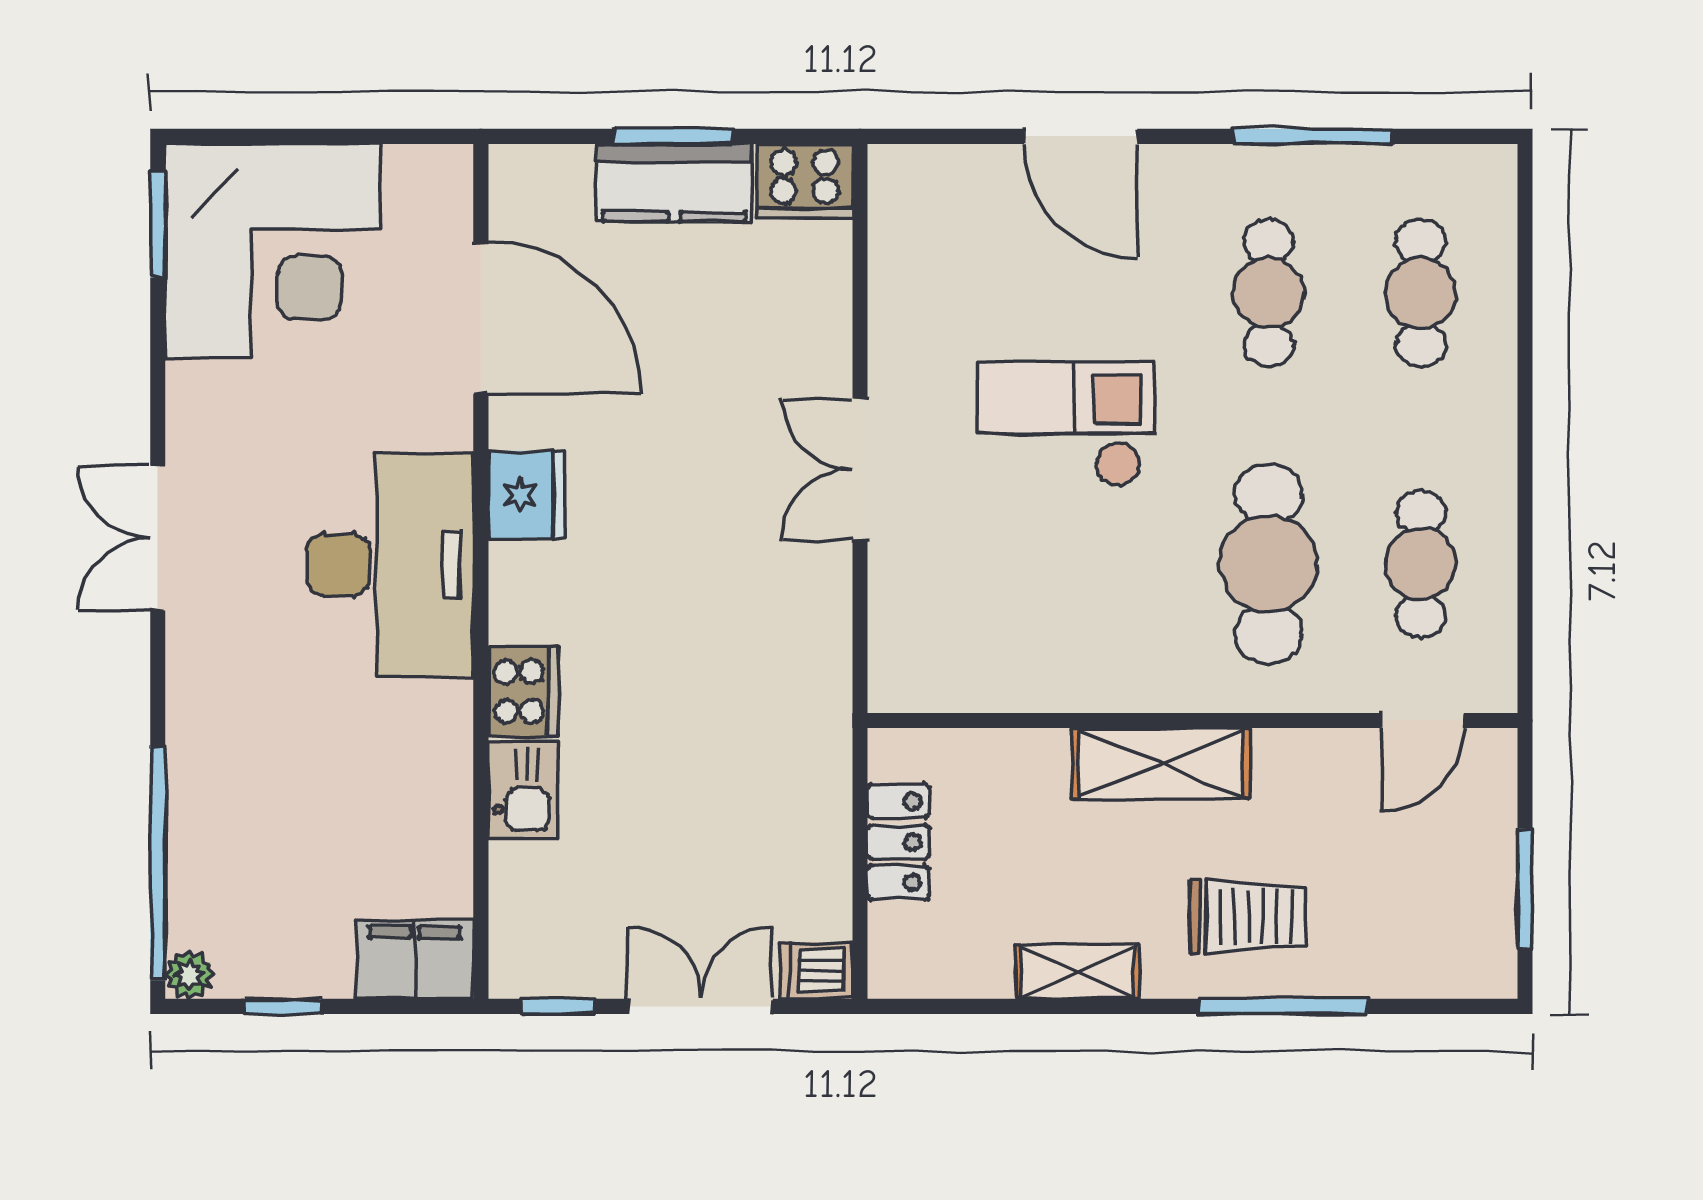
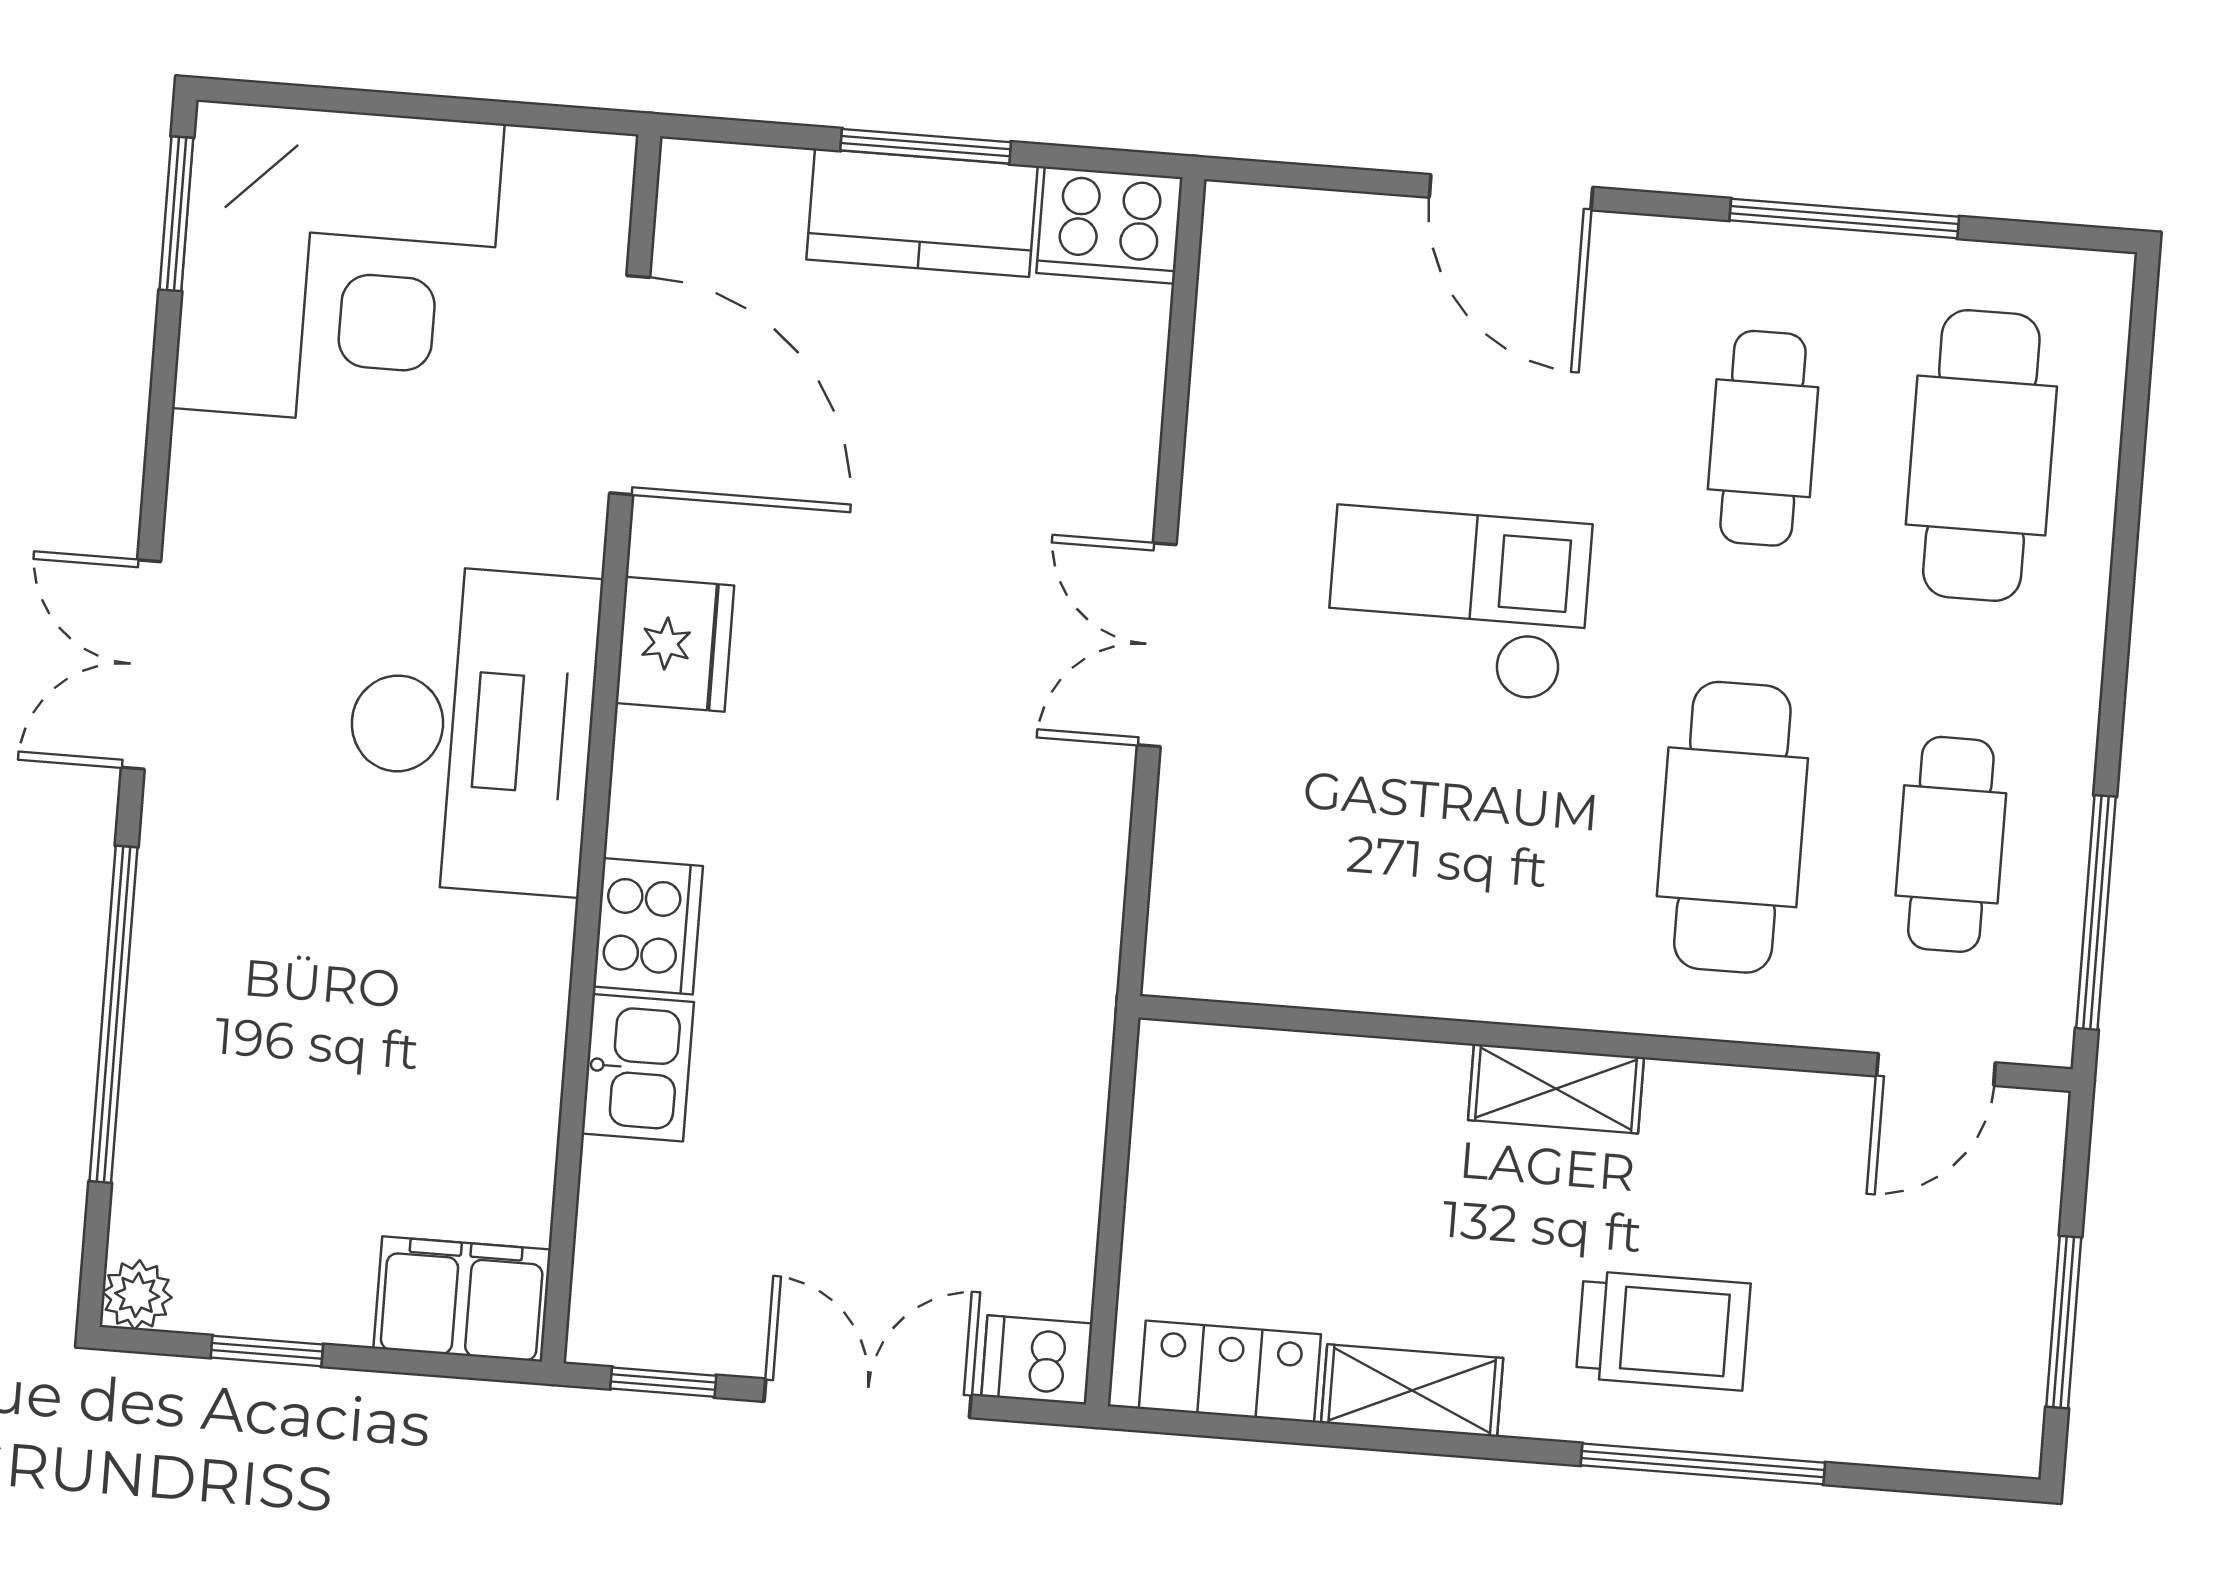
cafe table: (1421, 293) -> (1981, 455), width x1.37, depth x1.35
window: (1525, 603) -> (2096, 912), added
shelving: (1161, 763) -> (1556, 1089), width x0.67, depth x0.75
locker: (898, 842) -> (1230, 1371), moved, turned -90
window: (158, 863) -> (113, 1014), moved

